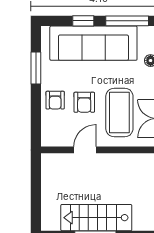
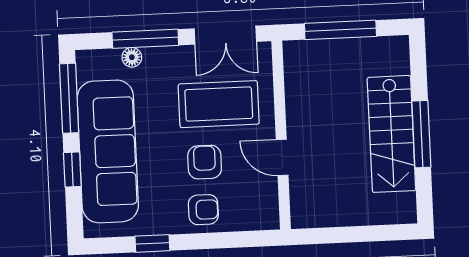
window: (36, 68) -> (152, 243), width x0.67
armchair: (84, 102) -> (205, 162), turned -90

